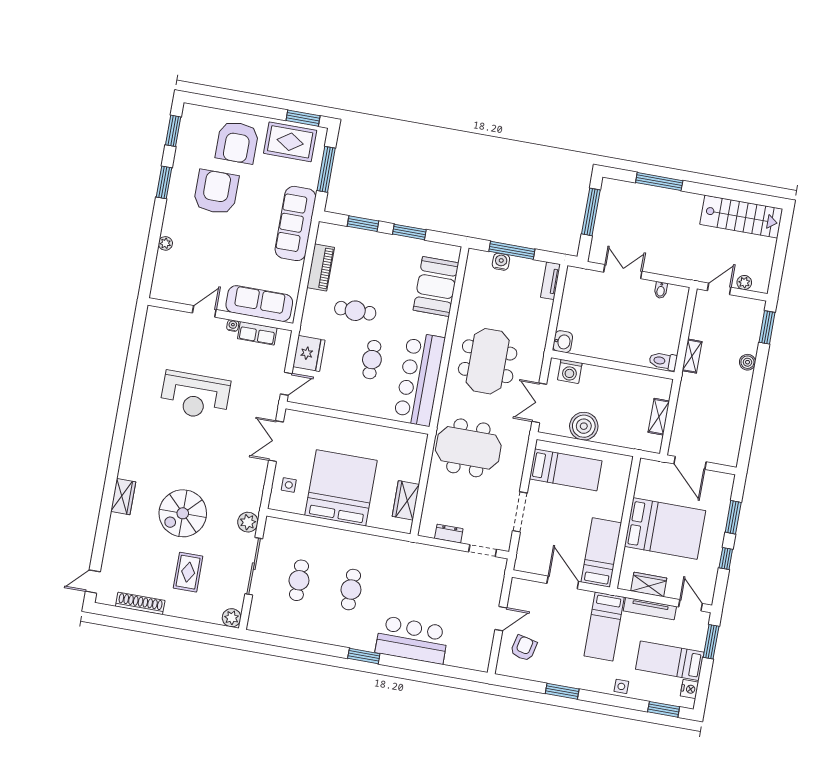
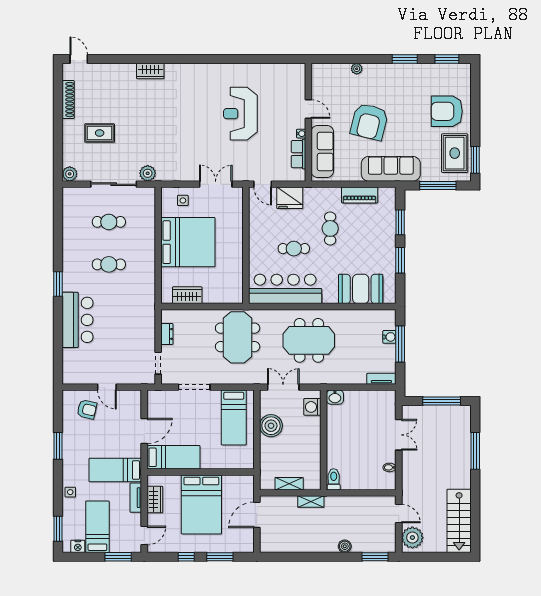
armchair: (216, 192) -> (369, 122), moved, turned 104
plant: (744, 283) -> (412, 538), width x1.87, depth x1.87
shelving: (692, 356) -> (311, 501), moved
spiral stairs: (183, 513) -> (145, 121), removed
tv unit: (650, 609) -> (136, 498), width x0.71

